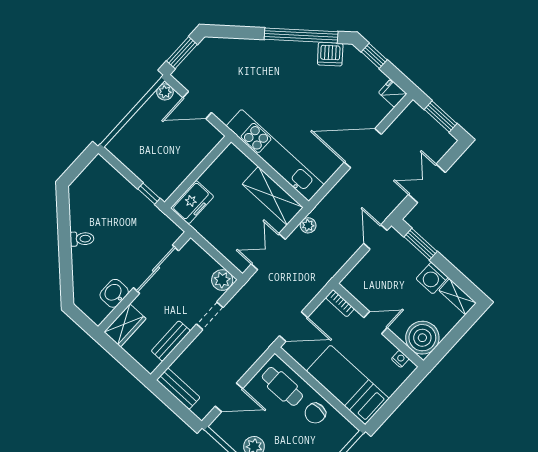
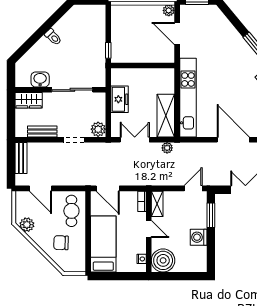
freezer: (192, 202) -> (120, 99), moved, turned -90
shelving: (458, 297) -> (157, 204), moved
chair: (315, 413) -> (61, 243), moved

